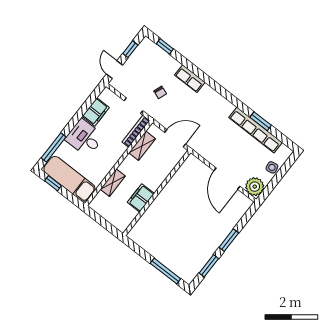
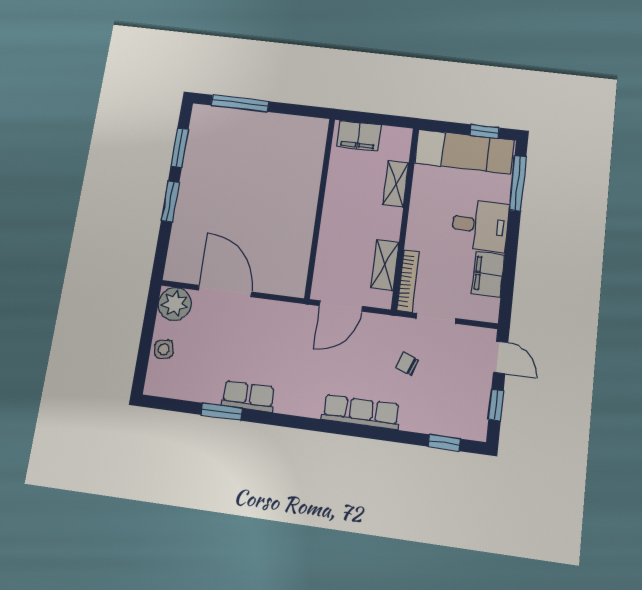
row of seats: (190, 79) -> (361, 412), width x1.48
row of seats: (255, 130) -> (248, 396), width x0.50
filing cabinet: (141, 198) -> (358, 136), moved, turned 90

